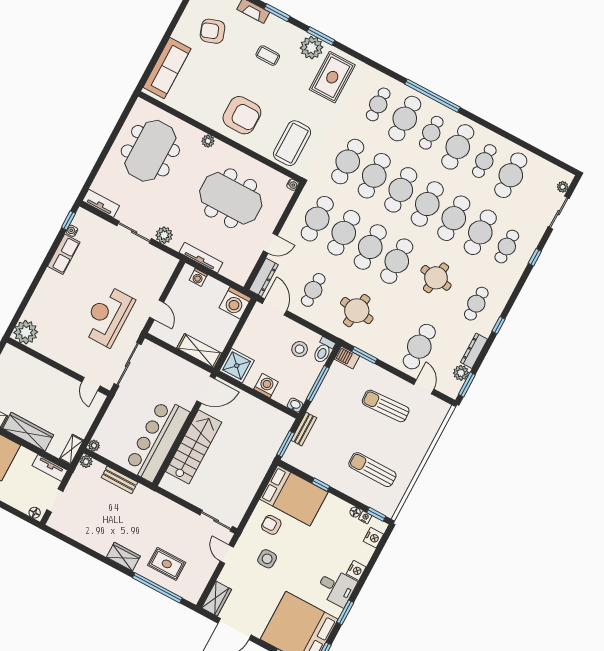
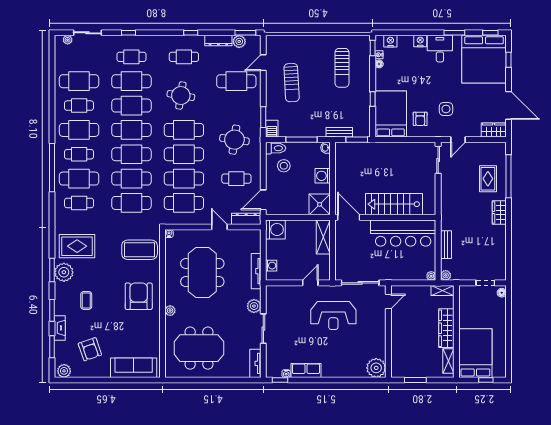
tv unit: (50, 468) -> (464, 299), removed

